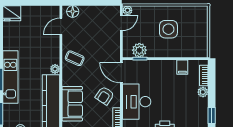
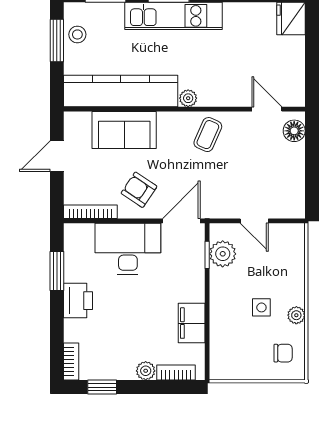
plant: (127, 10) -> (296, 315), moved
chair: (193, 18) -> (283, 353), added
door: (121, 23) -> (254, 221), moved
side table: (168, 29) -> (261, 307), width x0.54, depth x0.54
filing cabinet: (182, 67) -> (192, 323), width x2.00

